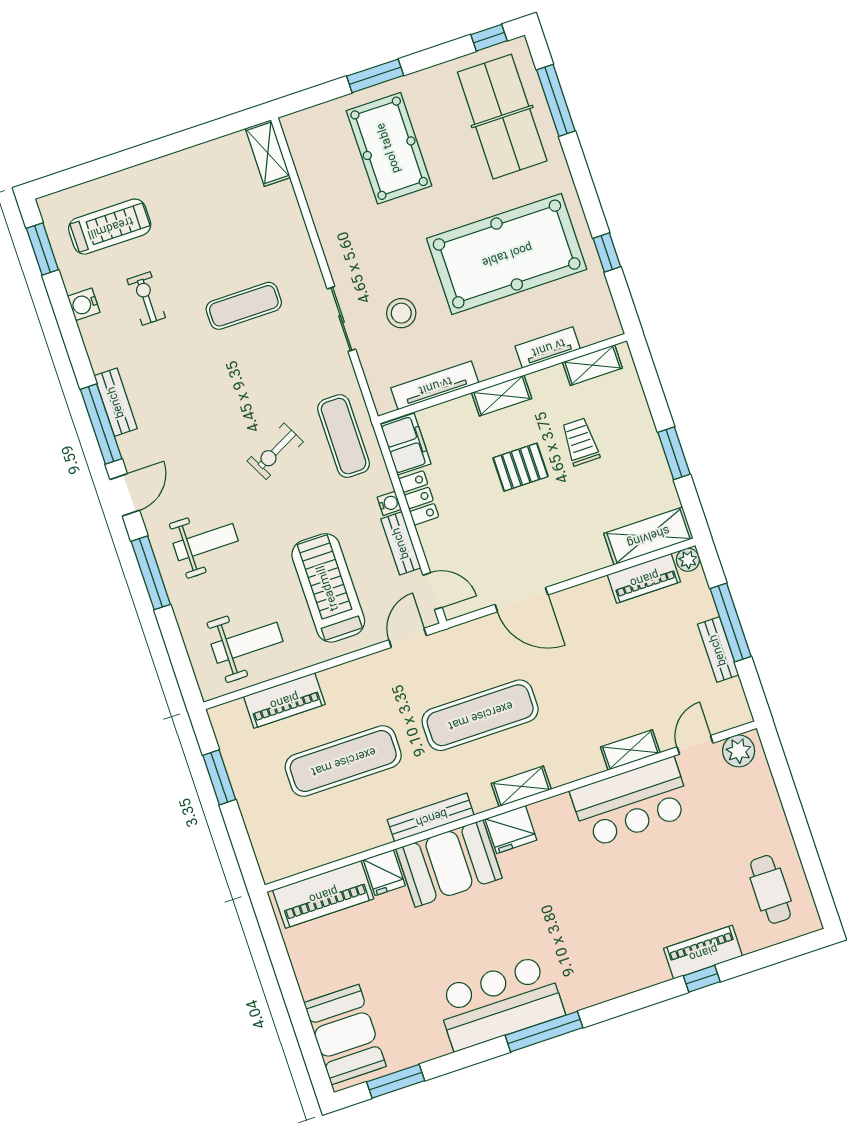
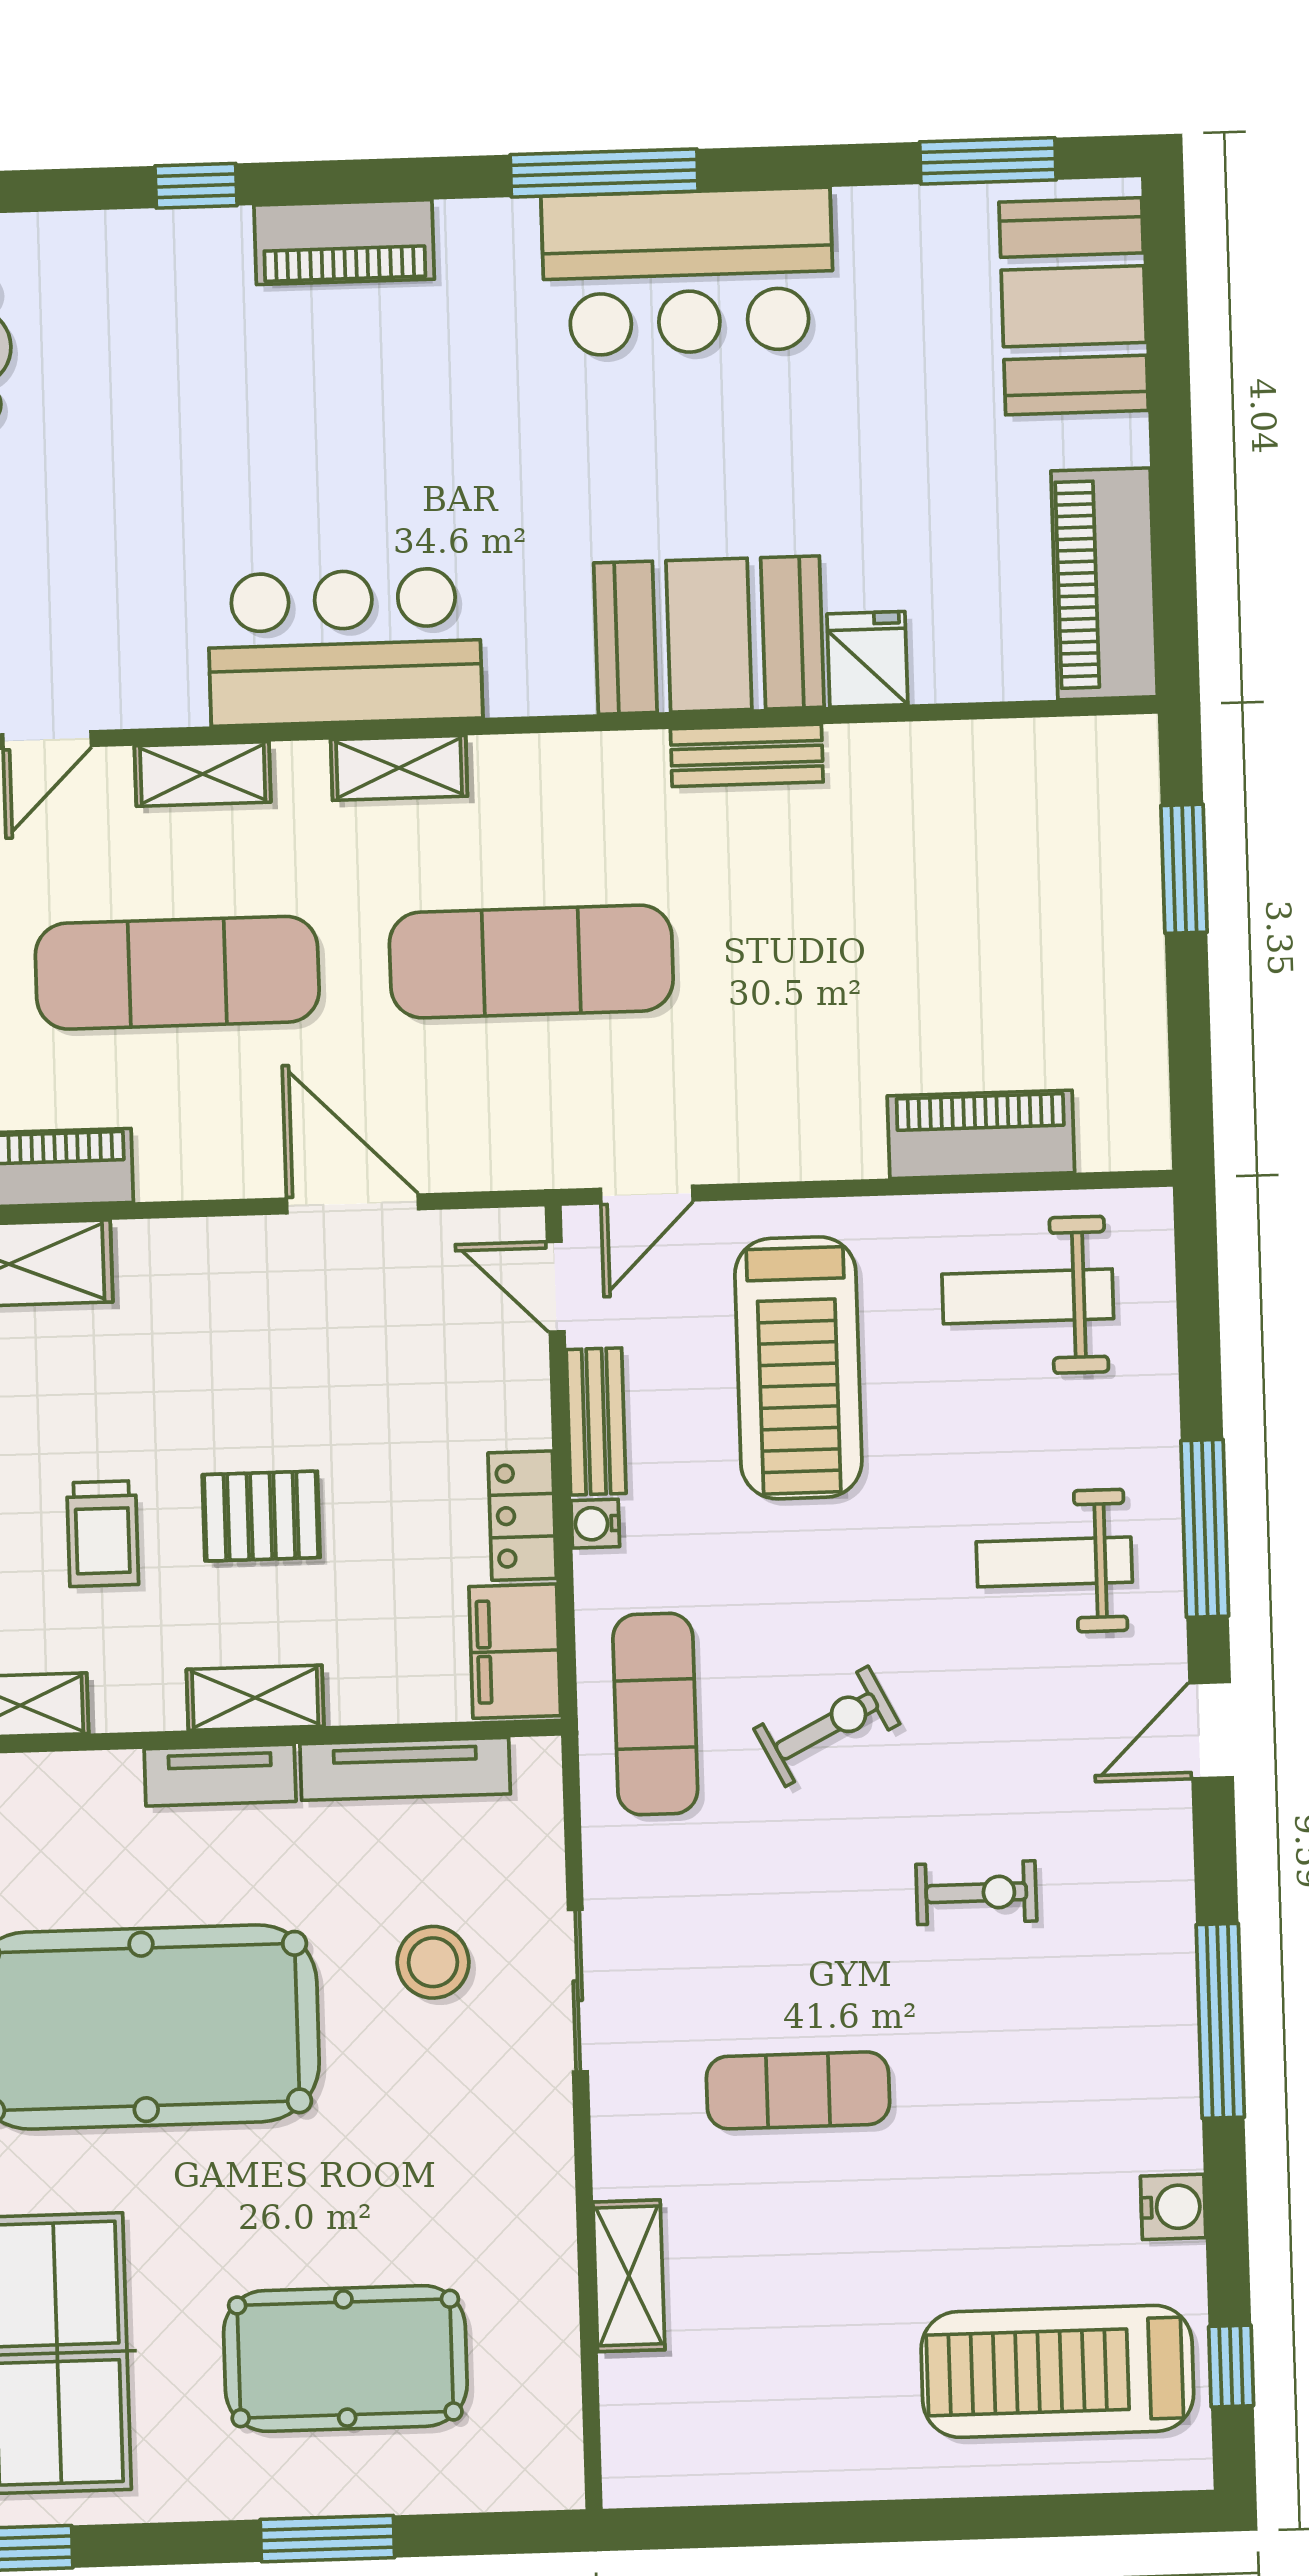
pool table: (389, 148) -> (345, 2358), turned 90
shelving: (268, 153) -> (629, 2276), moved
treadmill: (110, 227) -> (1057, 2371), width x1.37, depth x1.38
window: (42, 249) -> (1231, 2366), width x0.67
exercise bike: (146, 298) -> (976, 1893), moved, turned -90
tv unit: (548, 347) -> (220, 1775), moved
bench: (116, 402) -> (1167, 1954), removed
window: (101, 424) -> (1220, 2021), moved
exercise mat: (343, 761) -> (177, 973), moved
window: (219, 777) -> (1184, 869), moved
shelving: (521, 786) -> (399, 768), moved
bar counter: (631, 802) -> (345, 647), moved
bench: (431, 817) -> (747, 755), width x0.73
fridge: (511, 829) -> (539, 671), removed
piano: (323, 894) -> (1104, 584), moved, turned -90
piano: (703, 952) -> (344, 242), moved

